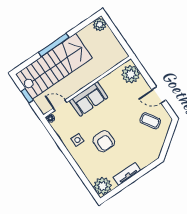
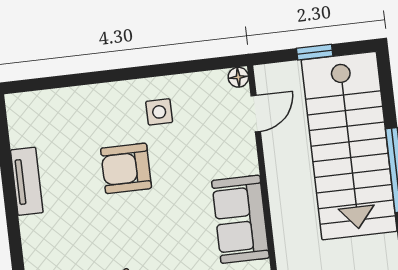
sofa: (89, 99) -> (240, 219), moved
plant: (103, 186) -> (29, 114), removed

